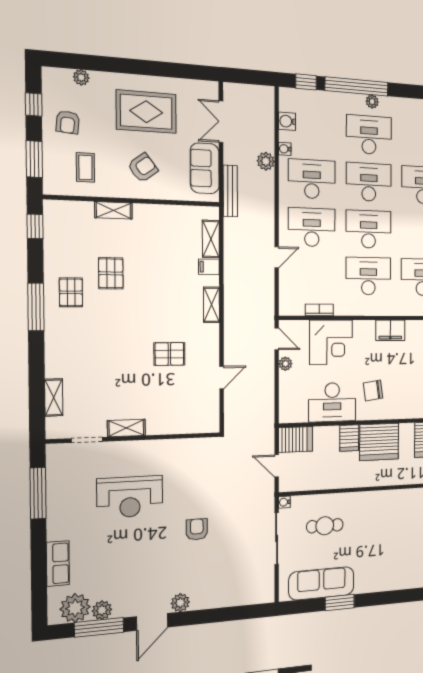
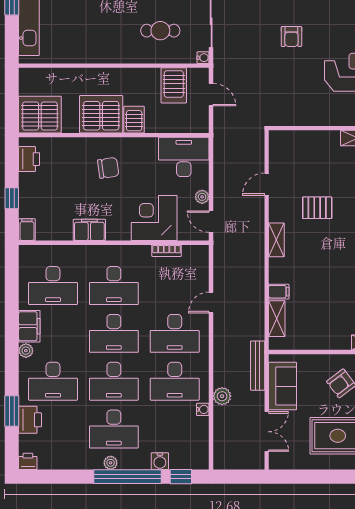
water cooler: (287, 121) -> (160, 461), moved, turned 90
shelving: (211, 305) -> (276, 240), moved
desk: (332, 402) -> (184, 157), moved
server rack: (296, 439) -> (174, 85), moved, turned -90

